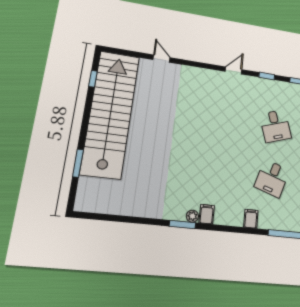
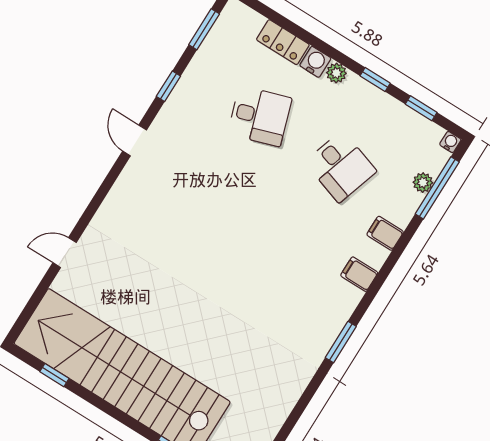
filing cabinet: (207, 214) -> (359, 274), moved
plant: (192, 216) -> (423, 183), moved

